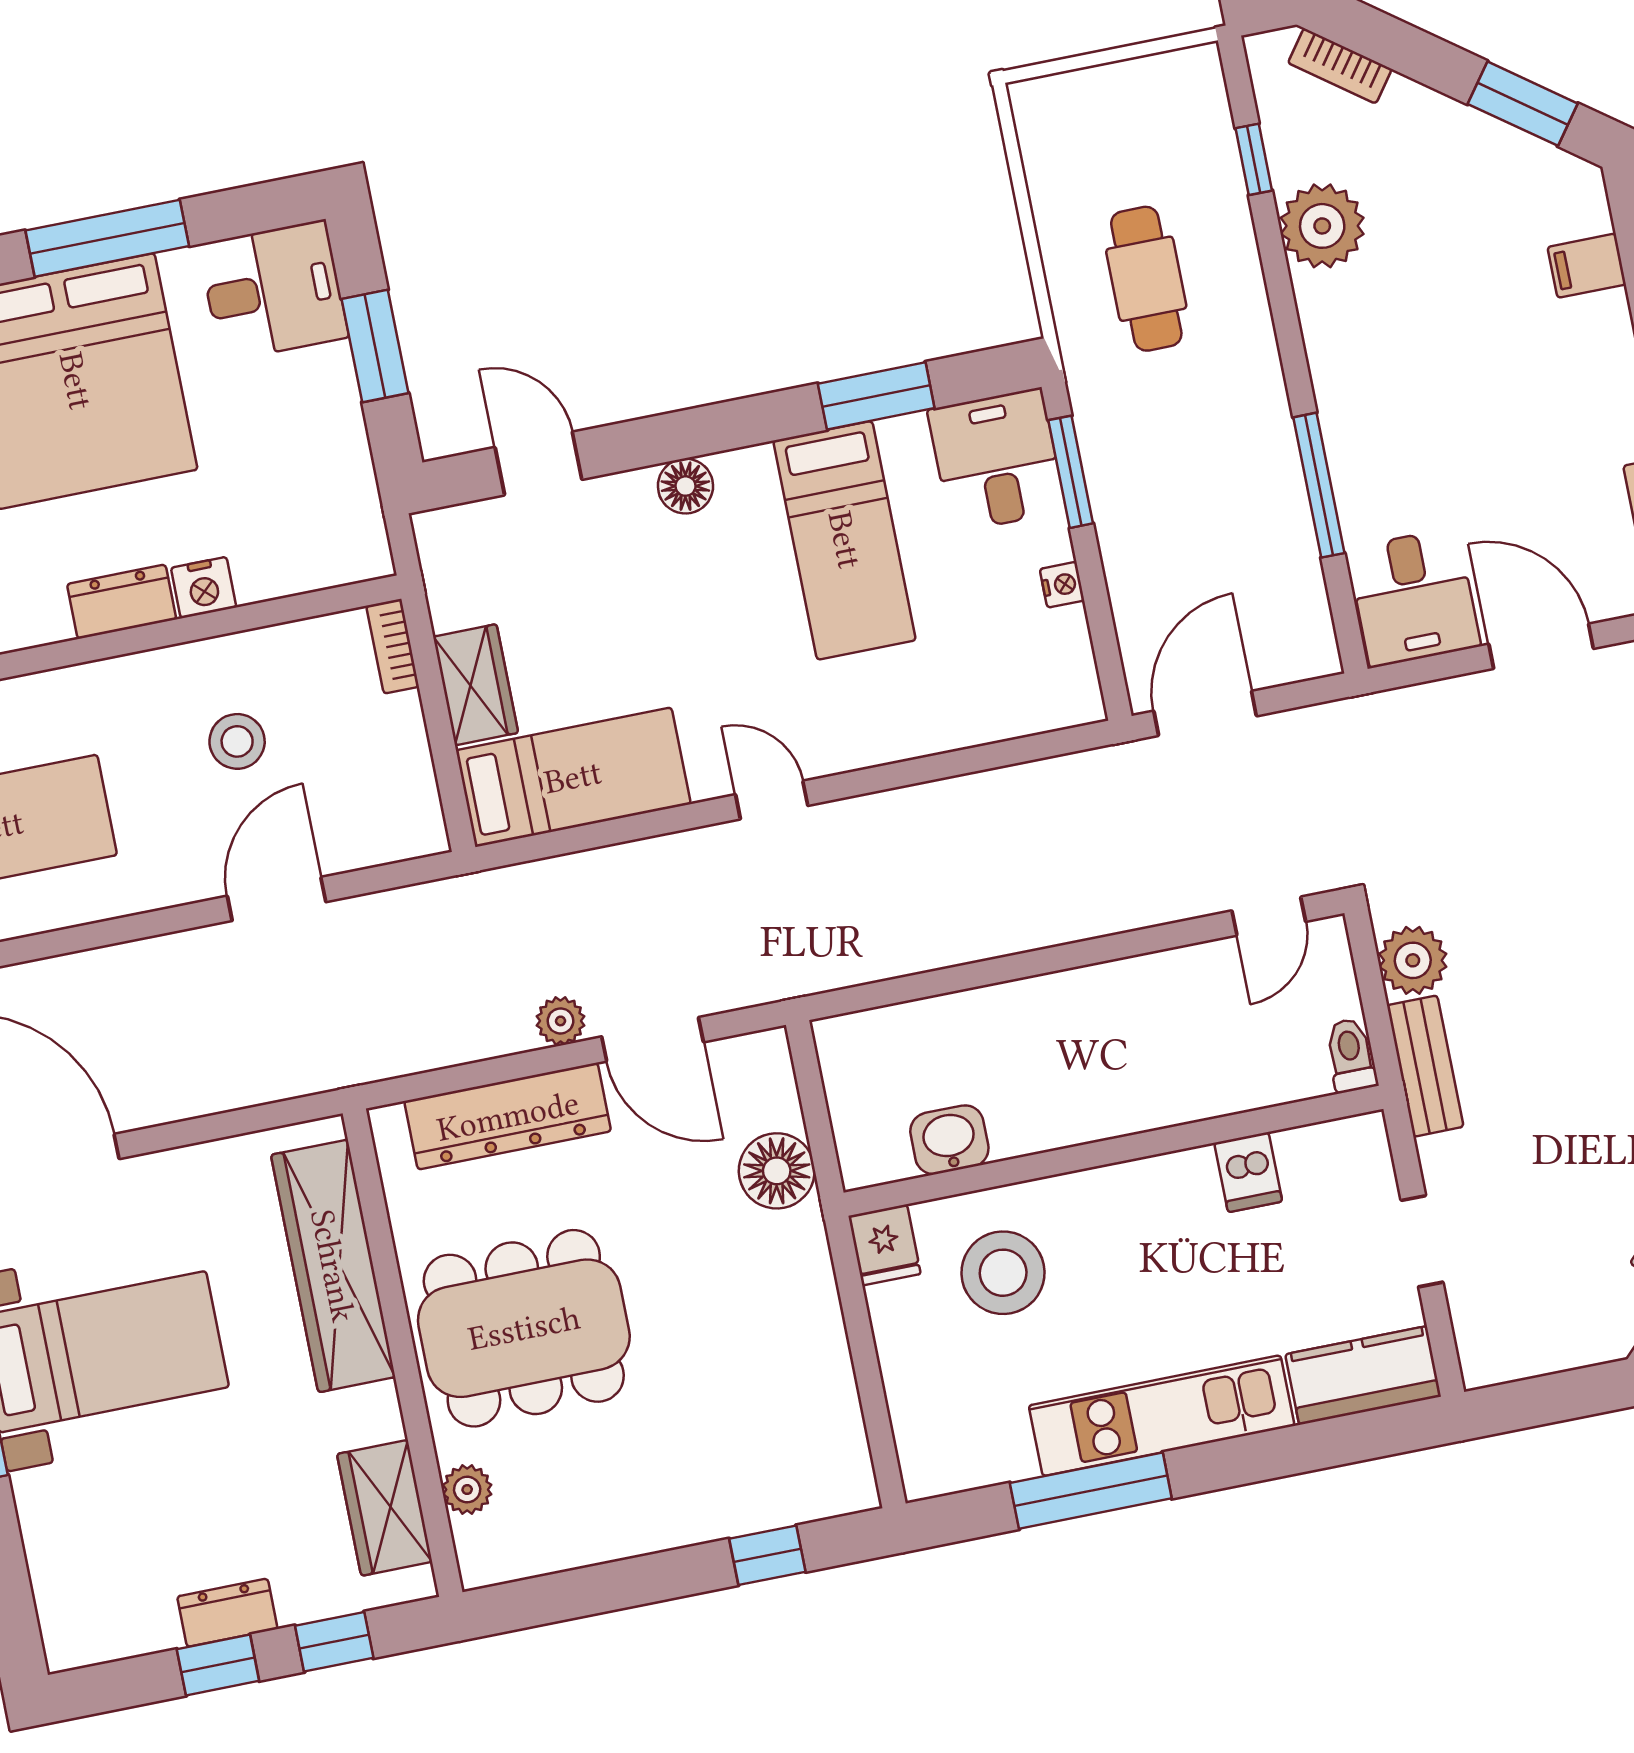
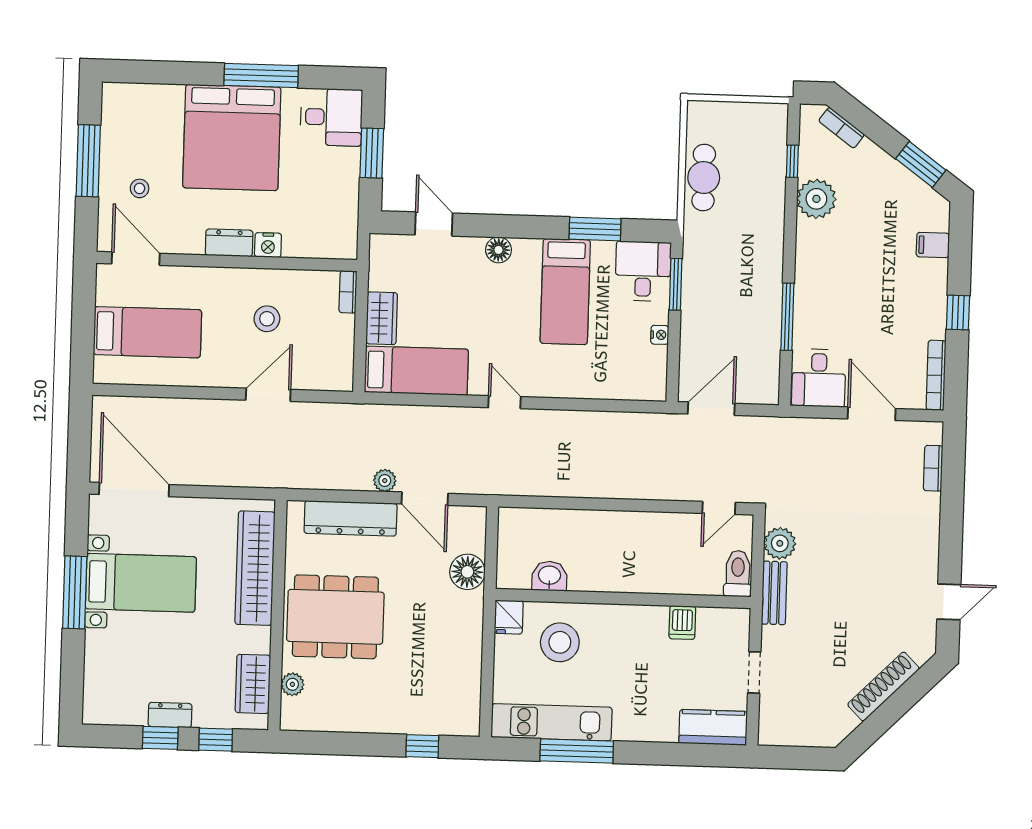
cafe table: (1146, 279) -> (704, 177), moved
toilet: (1351, 1055) -> (738, 574), width x1.37, depth x1.39
kitchen unit: (1162, 1416) -> (552, 722), moved

